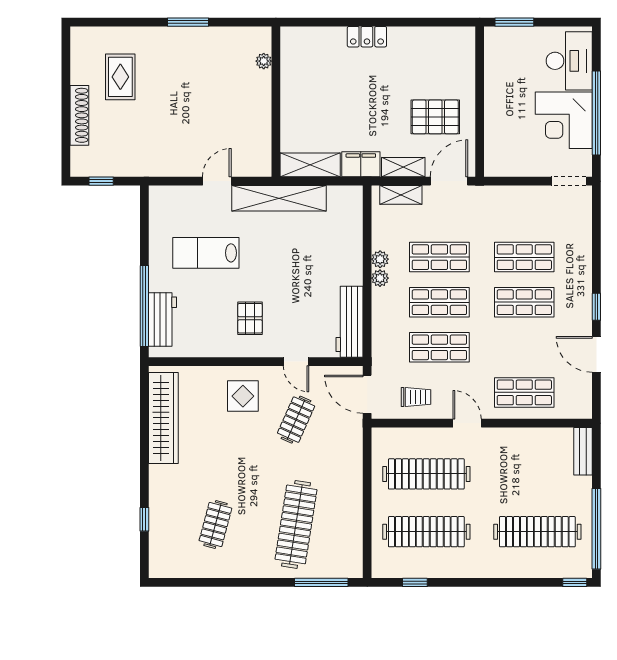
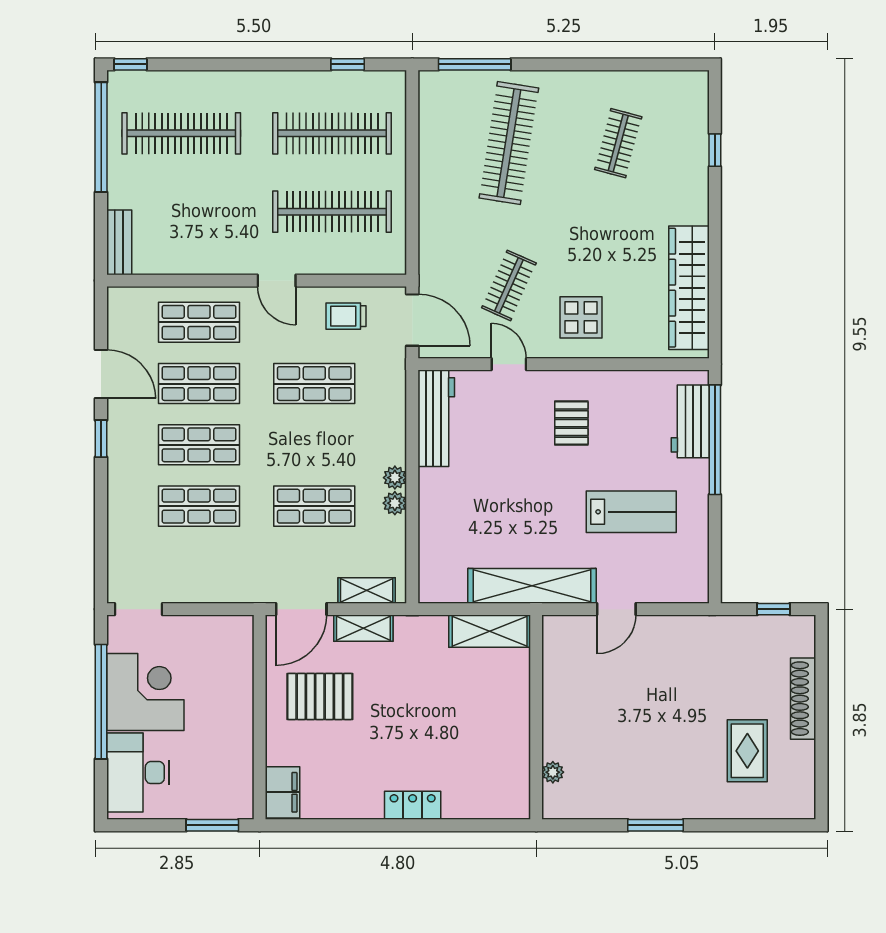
filing cabinet: (361, 164) -> (282, 792), moved, turned -90
shop shelf: (439, 302) -> (199, 384), moved

